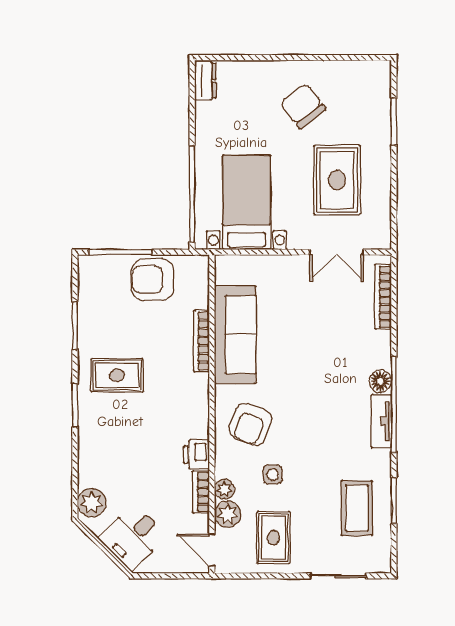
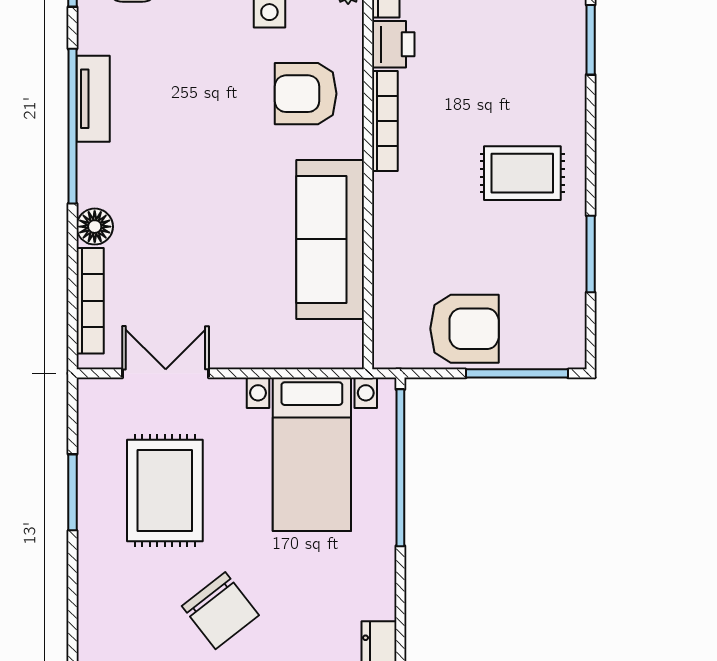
window: (394, 121) -> (73, 492), moved
bookcase: (202, 341) -> (385, 121), moved
floor lamp: (380, 381) -> (95, 227), moved
window: (75, 405) -> (591, 40), moved
armchair: (250, 424) -> (306, 94), turned -111

